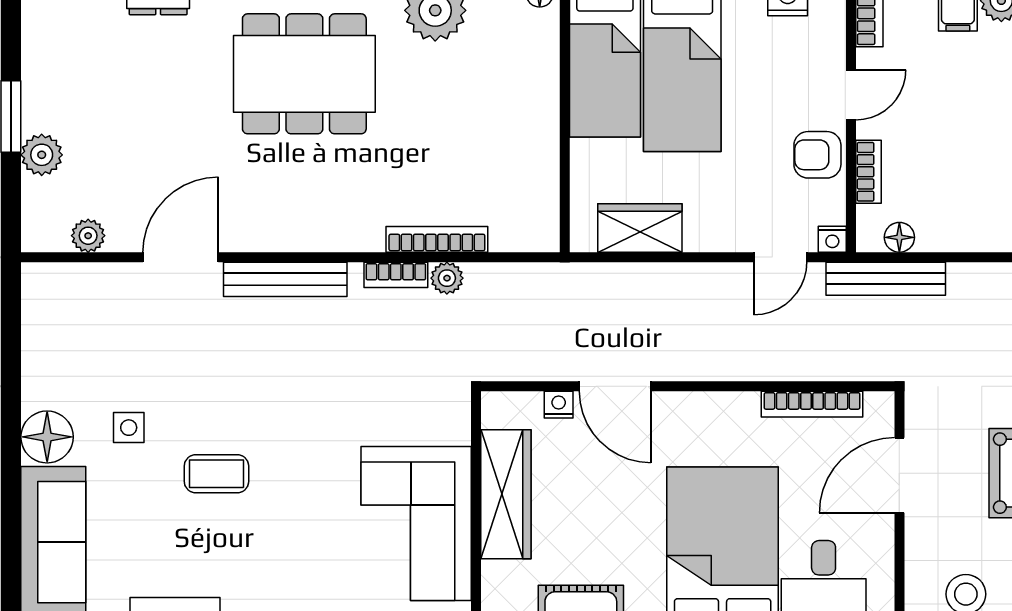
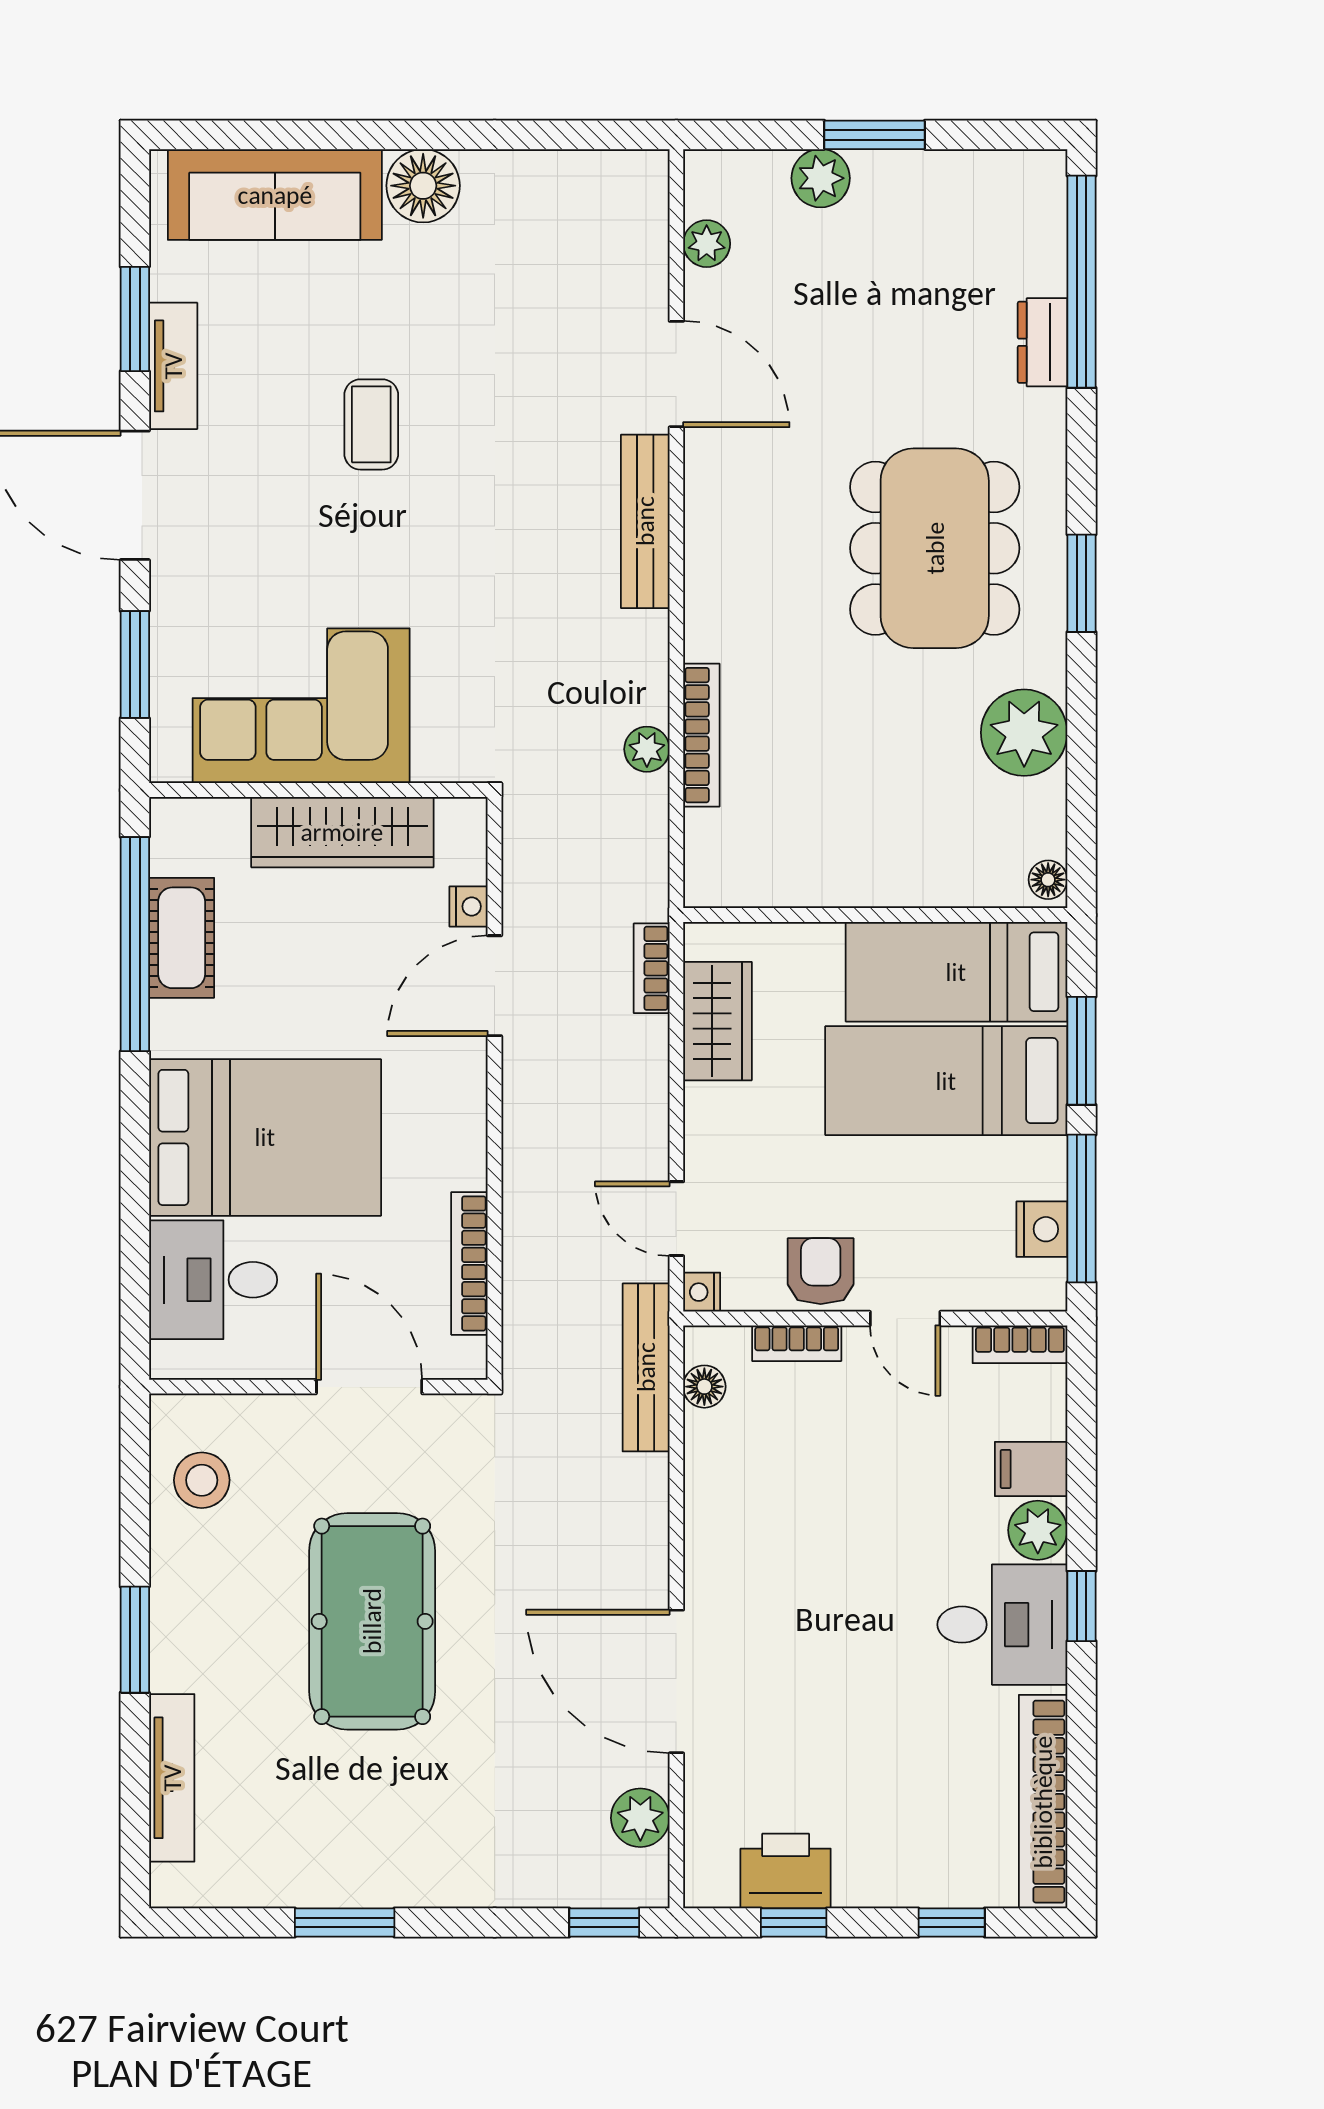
bookcase: (396, 275) -> (652, 968), moved
side table: (129, 428) -> (436, 301), removed

